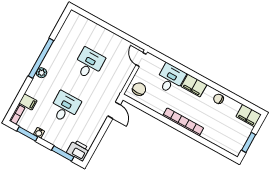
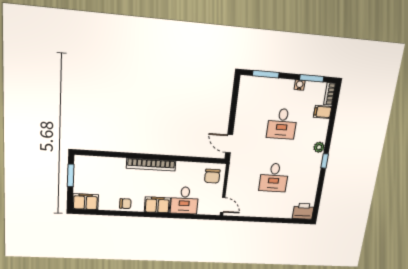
window: (41, 58) -> (325, 161), width x0.32
printer: (78, 150) -> (303, 211), moved, turned 180

